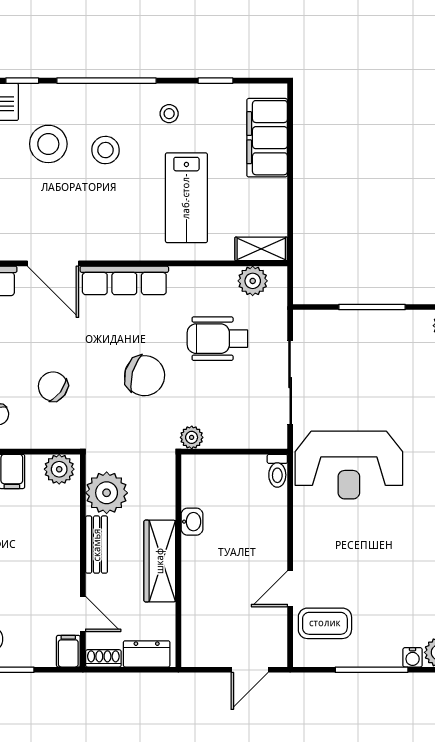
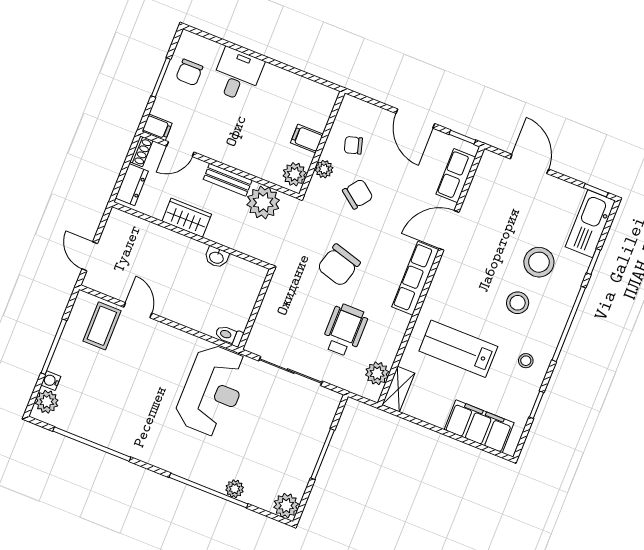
plant: (192, 437) -> (324, 169), moved
reception desk: (349, 465) -> (212, 390), turned 180
wardrobe: (160, 561) -> (187, 218), width x0.67

